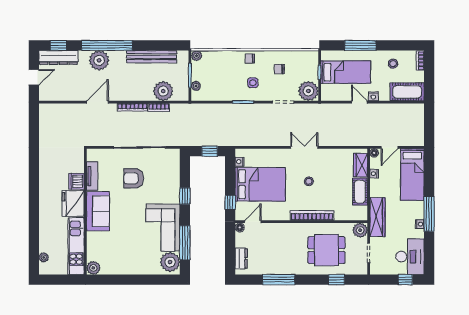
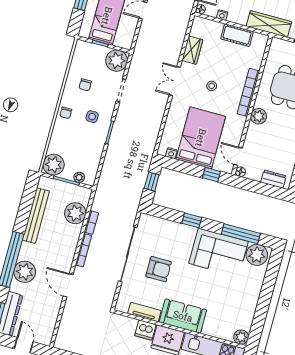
plant: (197, 56) -> (54, 165), width x1.88, depth x1.88
wardrobe: (361, 165) -> (192, 50), moved, turned -90
armchair: (134, 178) -> (159, 269), turned -90
plant: (360, 230) -> (259, 116), moved

